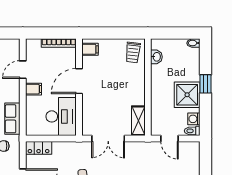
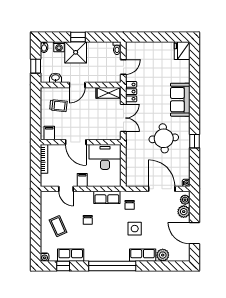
window: (171, 33) -> (36, 66), added
trolley: (133, 52) -> (58, 106), moved
door: (148, 83) -> (77, 85), added
shower: (187, 95) -> (76, 52), moved
washing machine: (194, 119) -> (59, 47), moved
locker: (39, 148) -> (131, 92), moved

